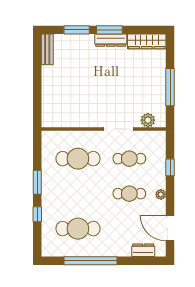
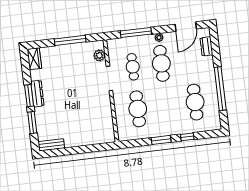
wardrobe: (147, 41) -> (34, 59), width x0.67
window: (170, 167) -> (136, 33), width x2.17
cafe table: (129, 194) -> (161, 63), width x1.37, depth x1.35

